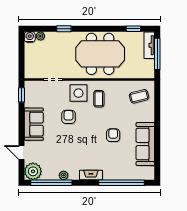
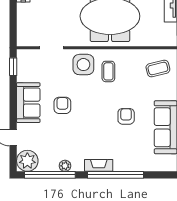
armchair: (68, 117) -> (62, 105), moved
window: (121, 183) -> (115, 175), moved

